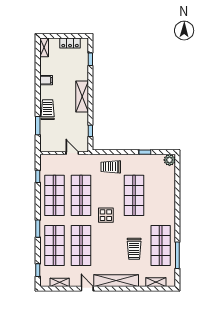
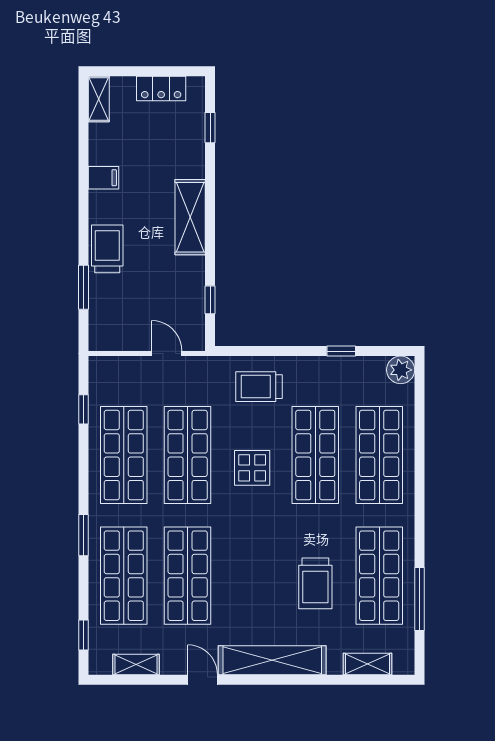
shop shelf: (161, 195) -> (379, 455), added
display table: (106, 215) -> (252, 468), moved

